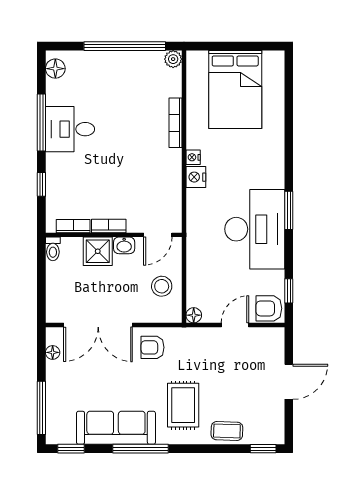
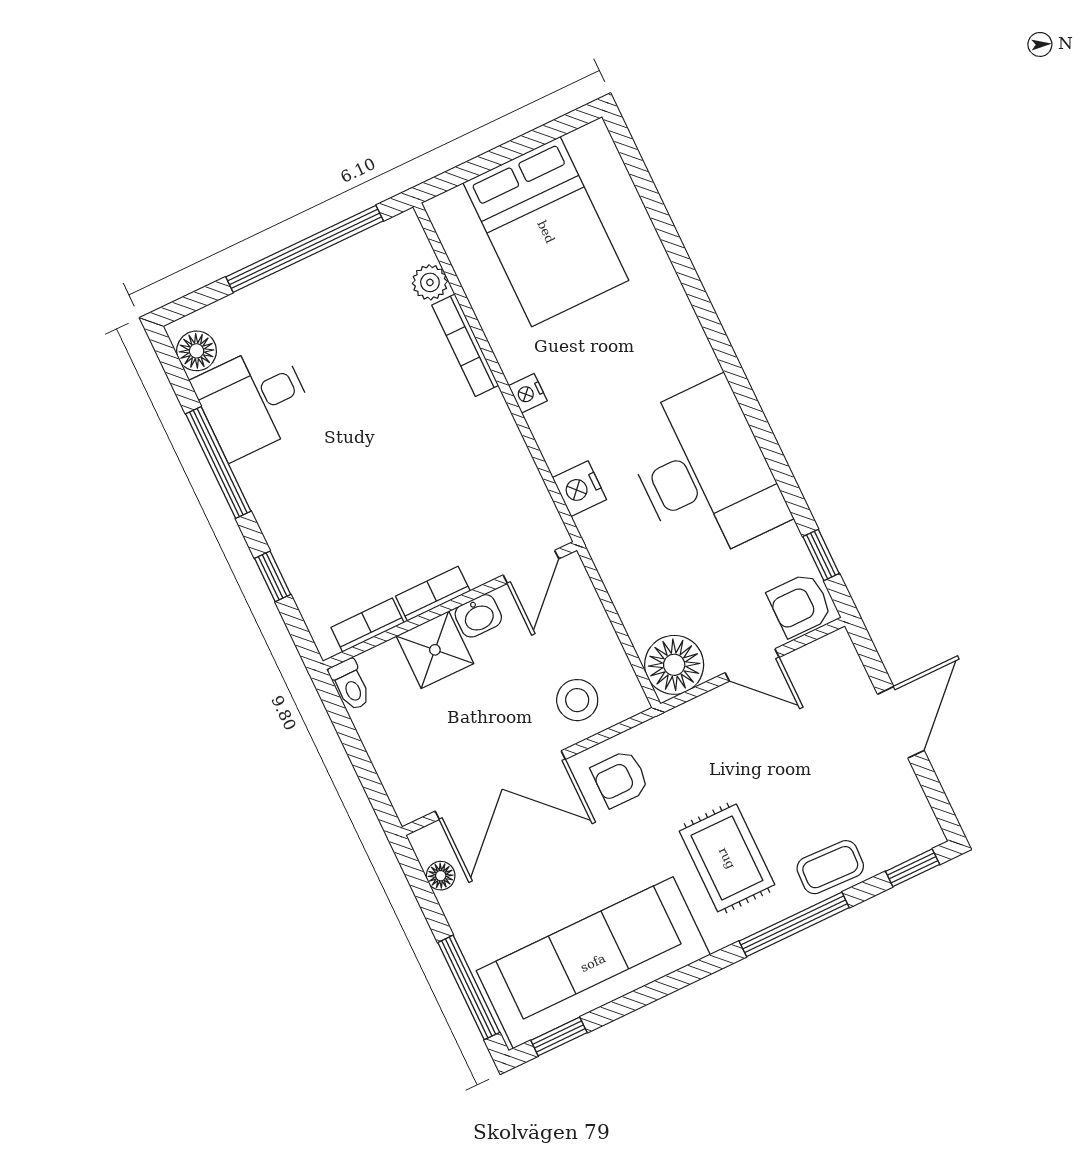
plant: (173, 59) -> (430, 282), moved
desk: (70, 129) -> (254, 401), moved
nightstand: (196, 177) -> (579, 489), moved
window: (289, 210) -> (750, 407), removed
stool: (162, 286) -> (577, 700), moved
floor lamp: (194, 315) -> (674, 665), width x1.89, depth x1.89
door: (235, 325) -> (752, 665), swing flipped
sofa: (116, 428) -> (593, 963), width x1.36, depth x1.27
window: (141, 449) -> (794, 924), moved

